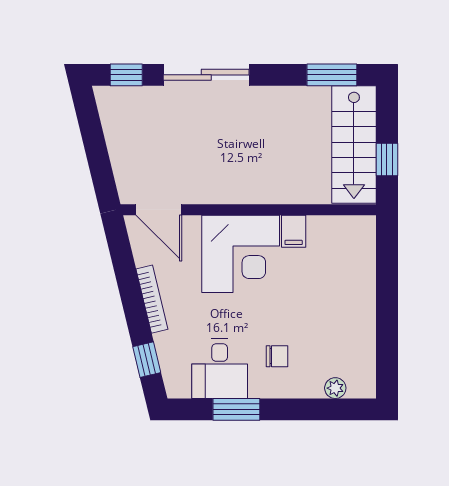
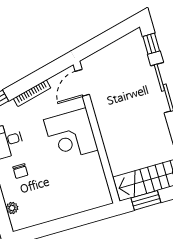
window: (387, 159) -> (146, 200), width x1.50
filing cabinet: (294, 231) -> (92, 160), removed

